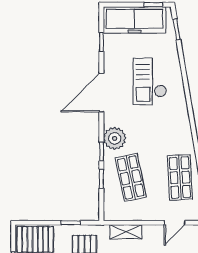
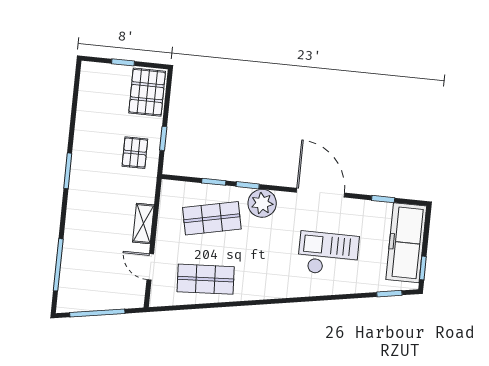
shelving: (126, 232) -> (143, 223), moved

